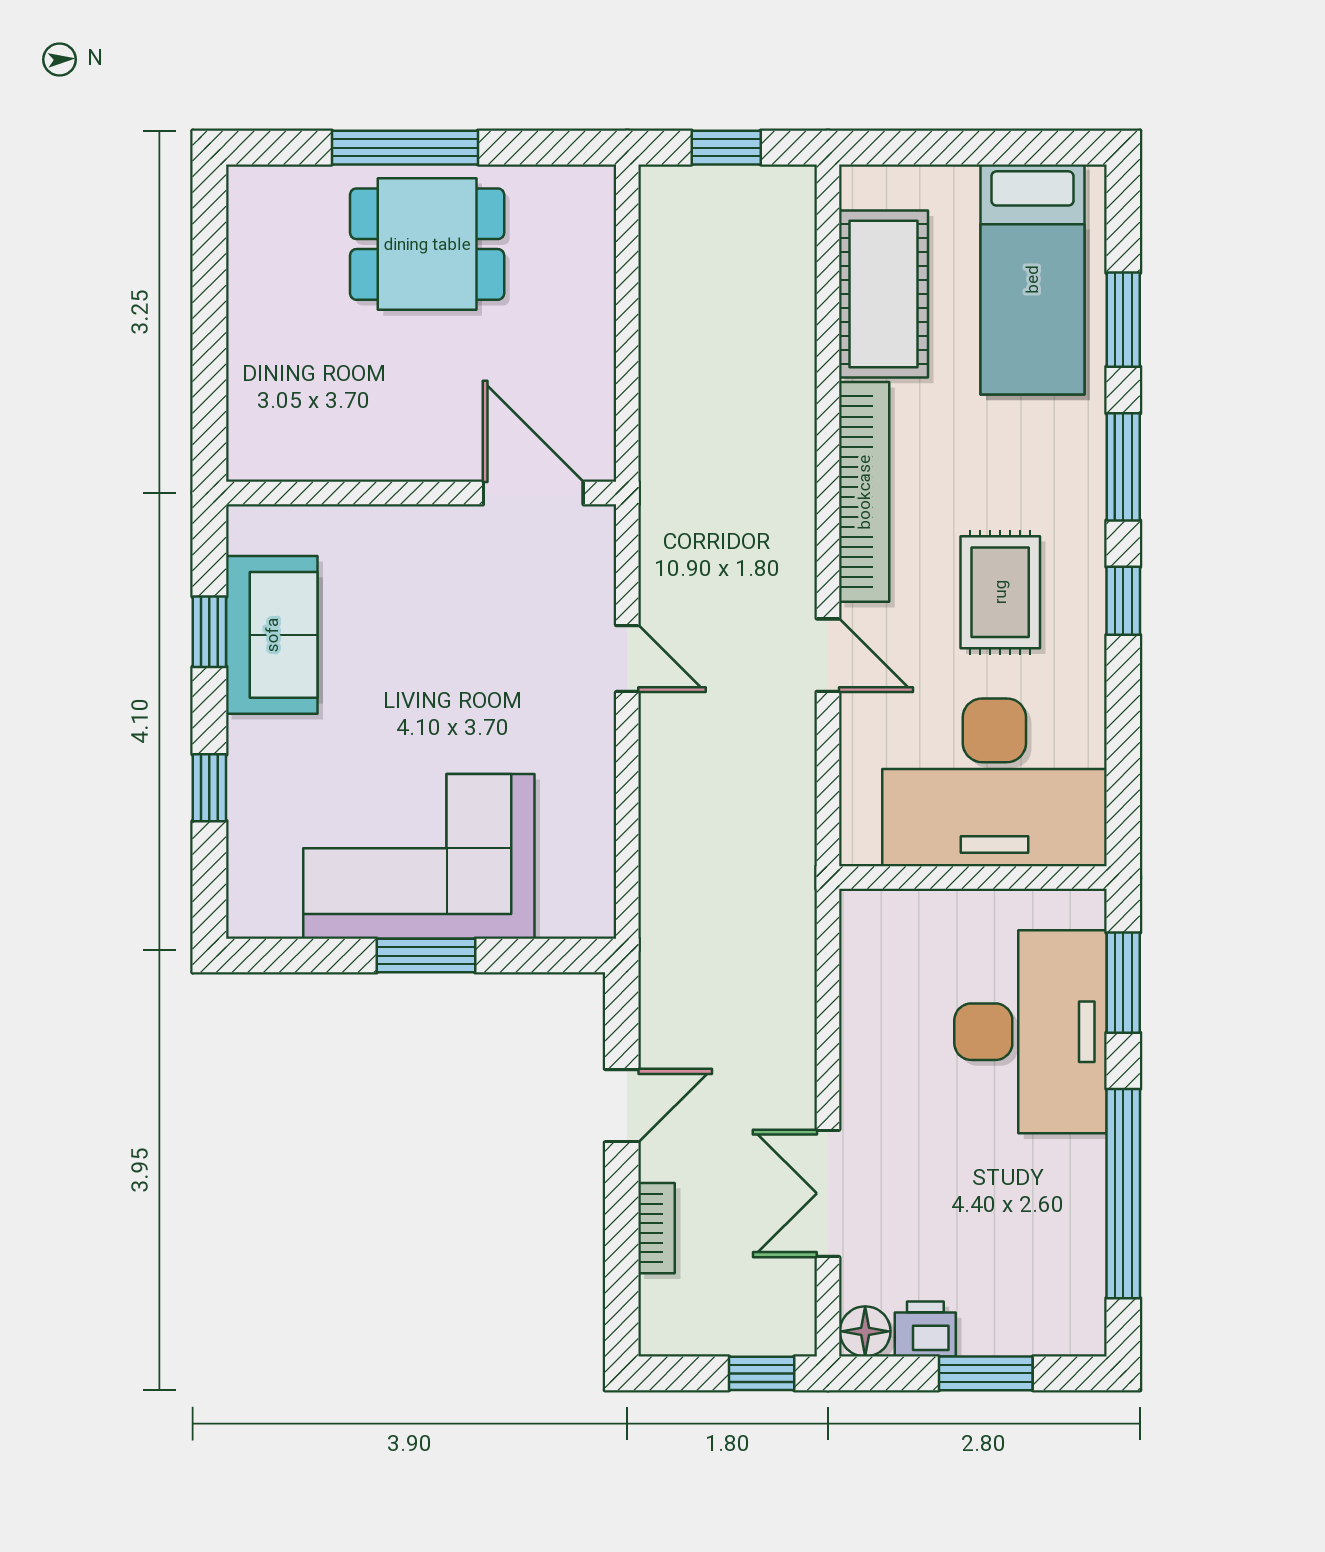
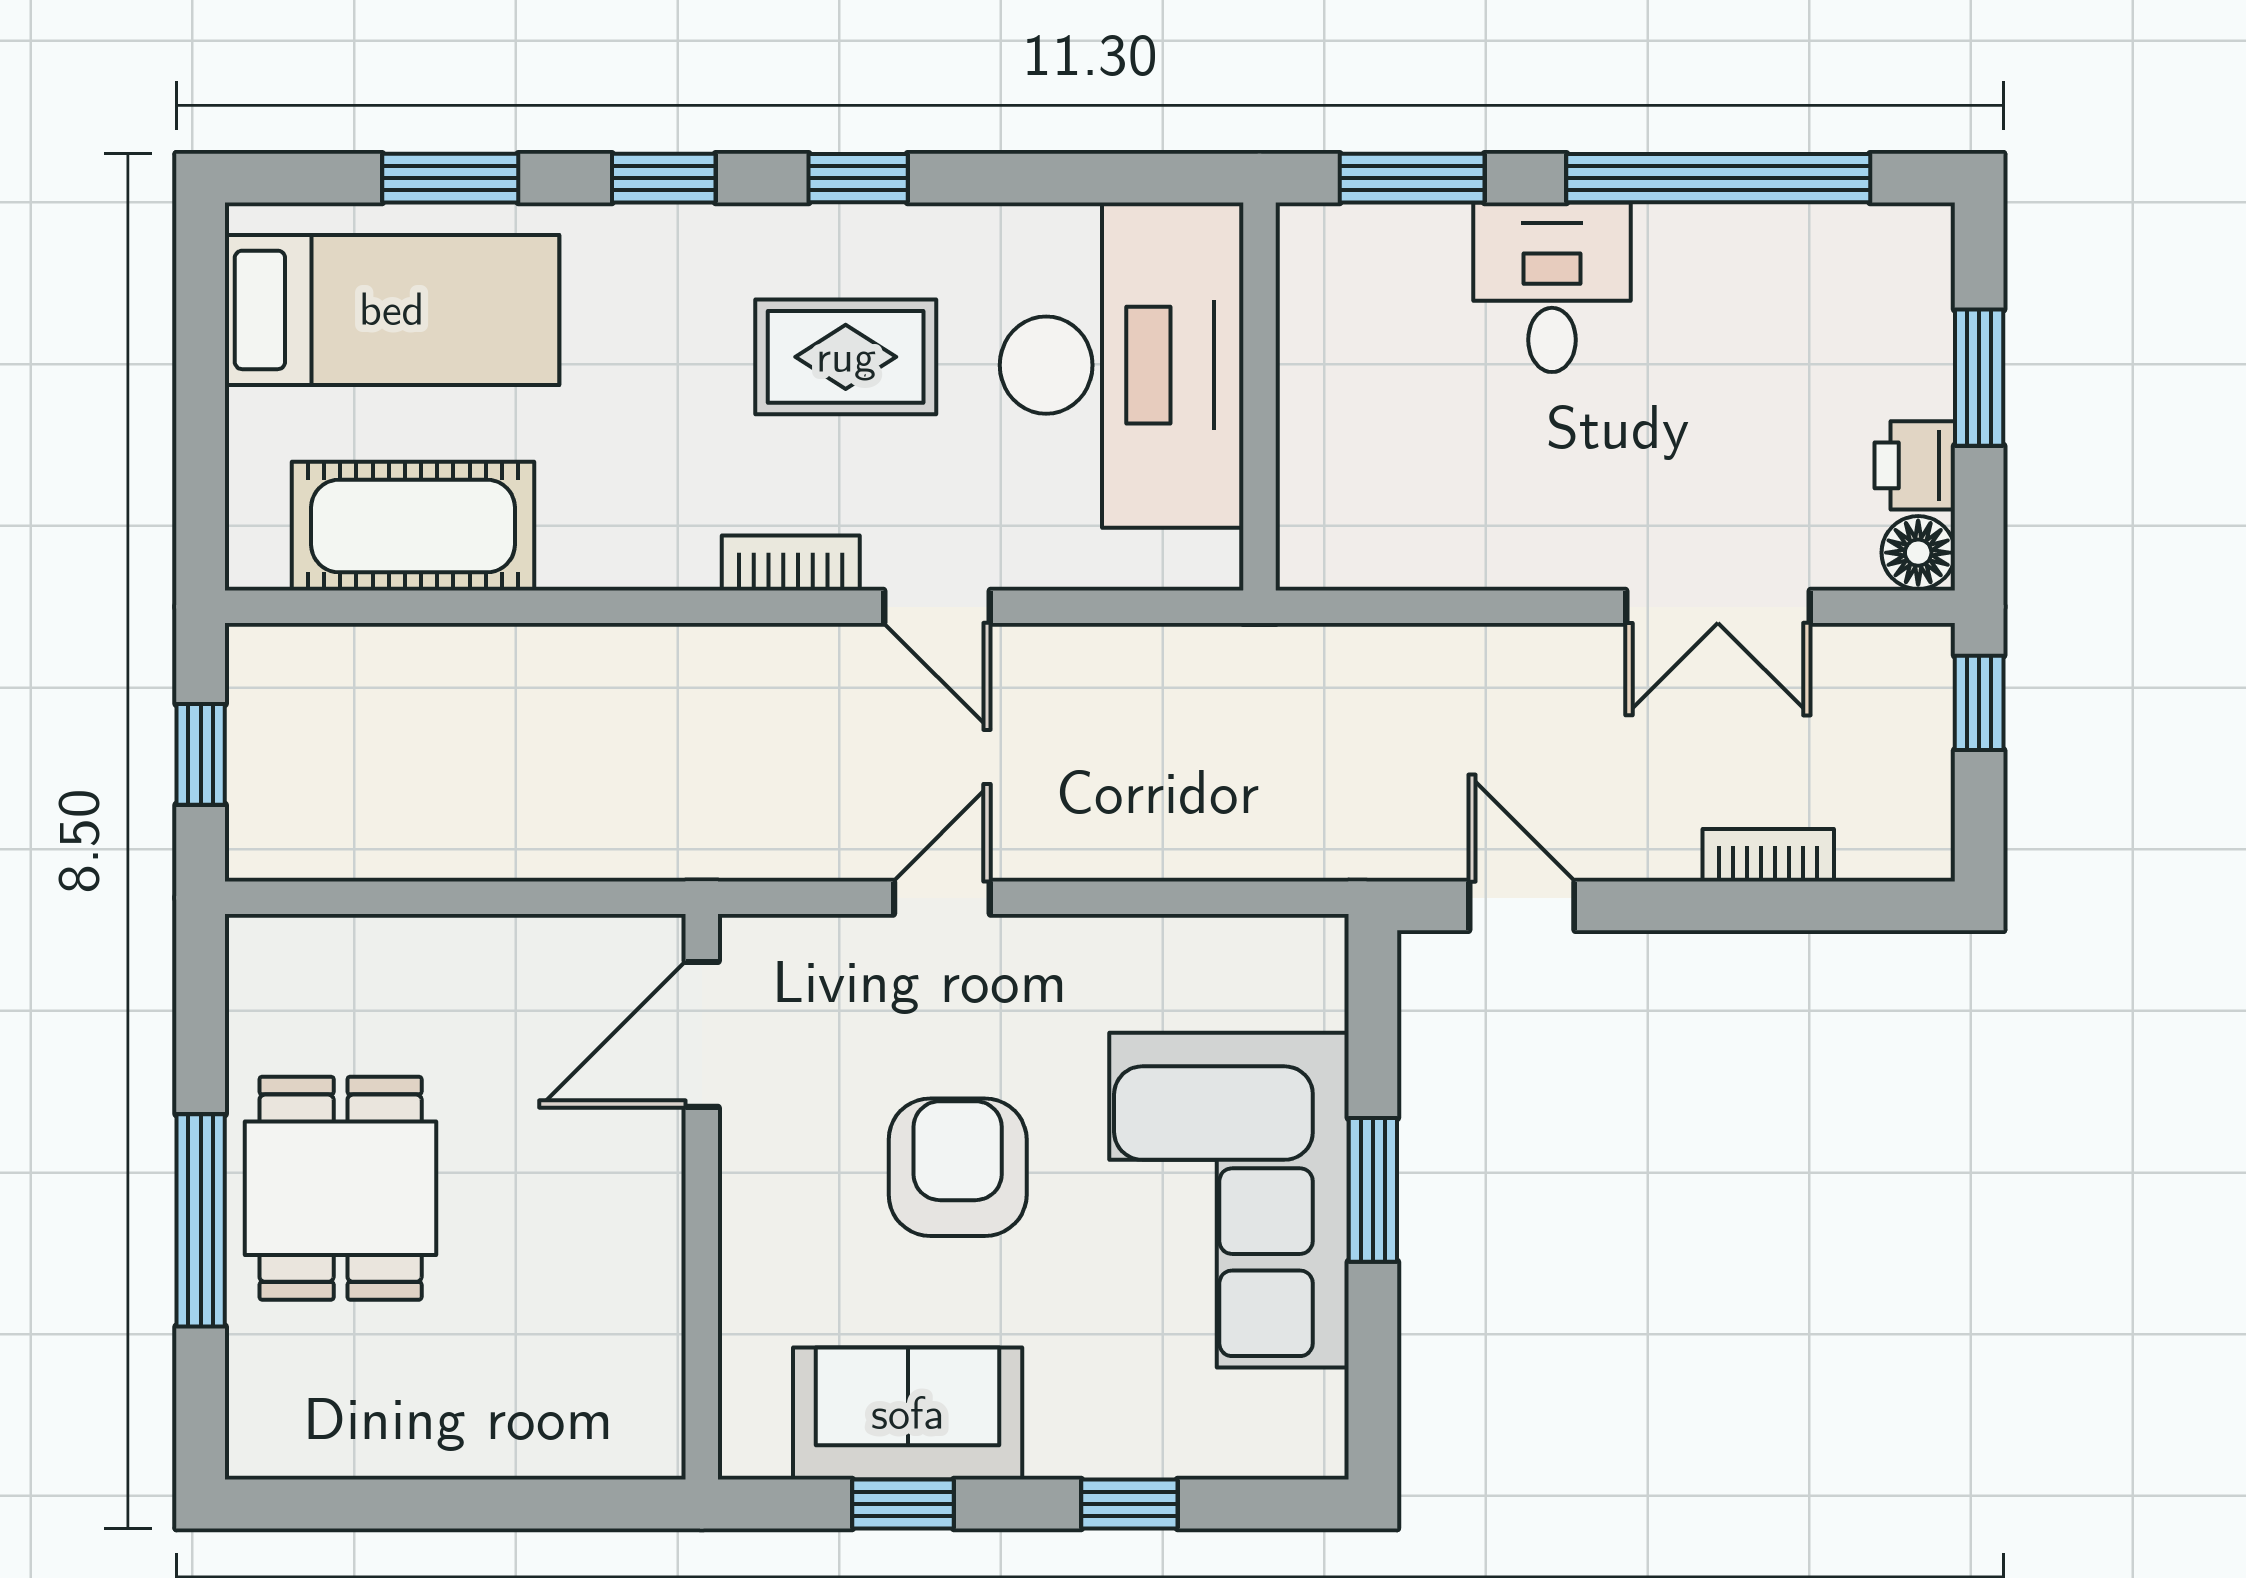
window: (1123, 467) -> (664, 178), width x0.67
bookcase: (864, 492) -> (791, 563), width x0.43, depth x0.76
door: (828, 655) -> (937, 607), swing flipped
armchair: (442, 669) -> (958, 1167), added
desk: (1030, 1032) -> (1552, 287), width x0.53, depth x0.77
door: (622, 1106) -> (1522, 906), moved

